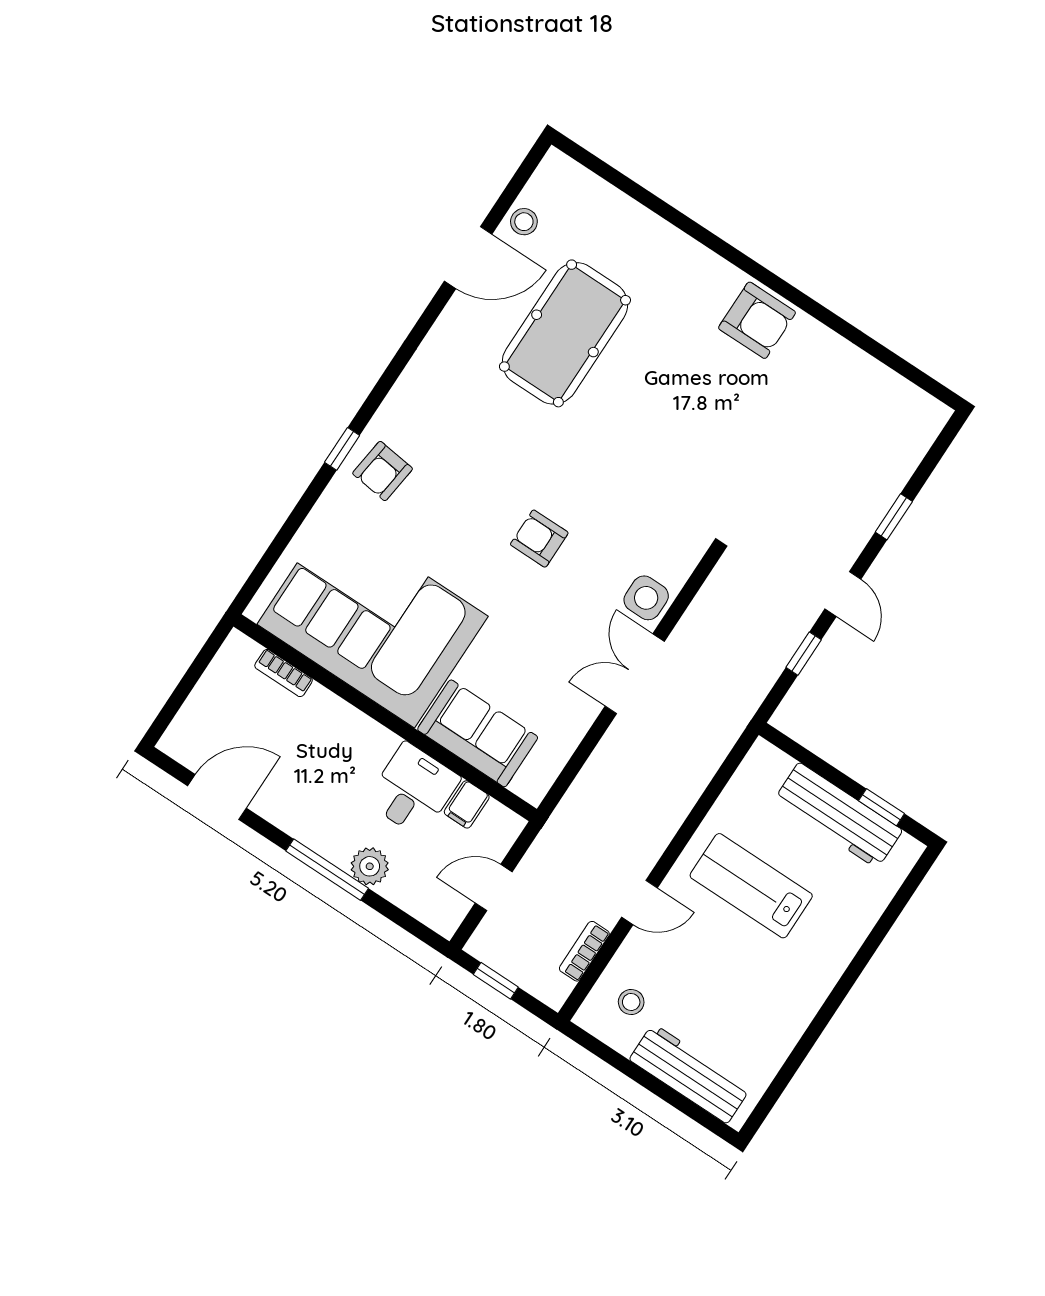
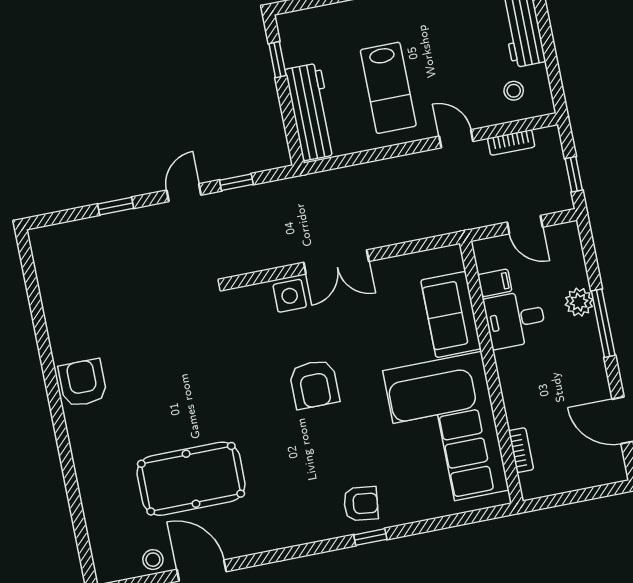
armchair: (539, 539) -> (314, 384), width x1.38, depth x1.38
workbench: (838, 815) -> (311, 112), moved

